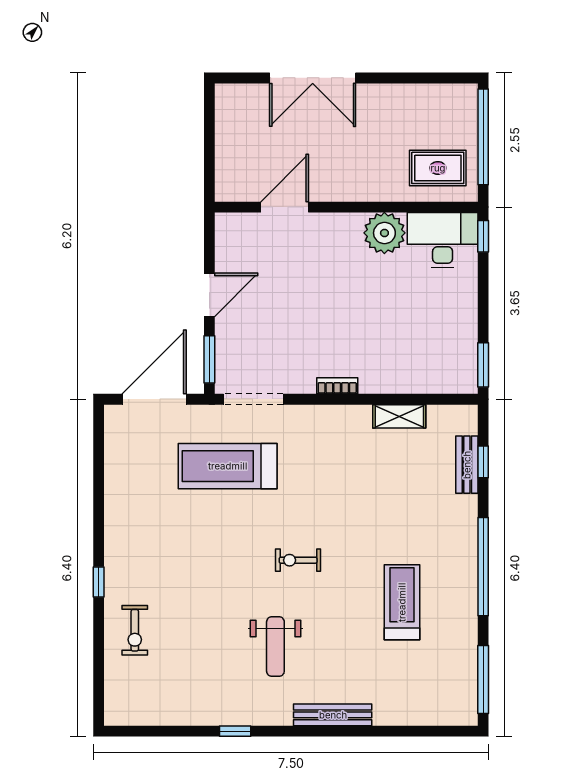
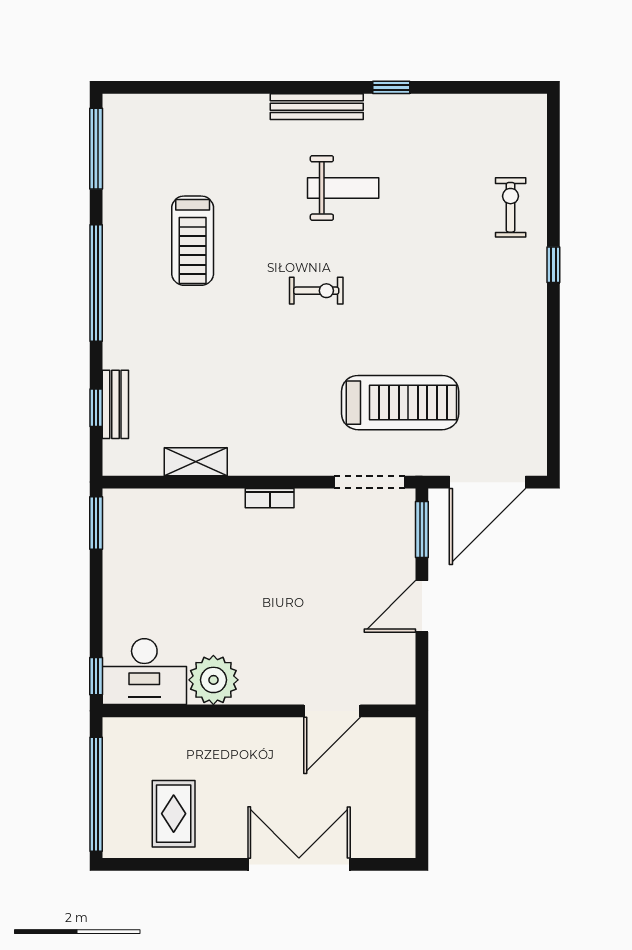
rug: (438, 168) -> (174, 814), moved, turned 90
weight bench: (275, 647) -> (343, 188), turned 90
bench: (333, 715) -> (317, 107), moved

